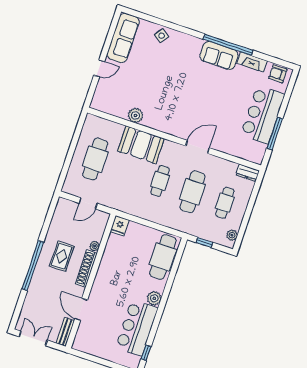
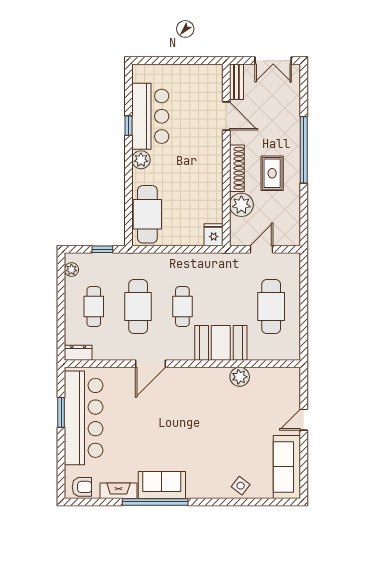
bar counter: (263, 115) -> (84, 418), width x1.36
window: (275, 133) -> (61, 412), width x0.69
plant: (95, 246) -> (241, 205), width x1.87, depth x1.87
window: (146, 353) -> (129, 126), moved

